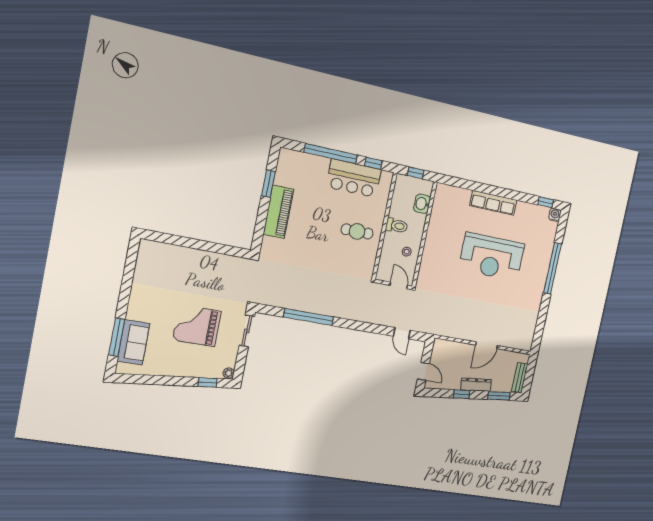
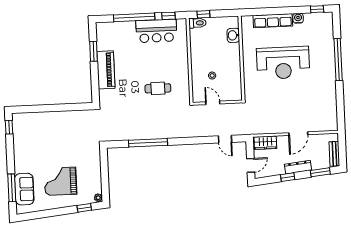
washbasin: (422, 204) -> (233, 35), moved
water cooler: (555, 215) -> (298, 18), moved
toilet: (397, 226) -> (197, 23), moved
cafe table: (357, 231) -> (158, 88), moved
wall: (424, 234) -> (241, 58), moved
window: (132, 256) -> (9, 127), added
grand piano: (197, 326) -> (61, 181), moved
sliding door: (247, 331) -> (104, 163), removed
wardrobe: (447, 348) -> (265, 143), added
door: (423, 371) -> (251, 165), hinge flipped

